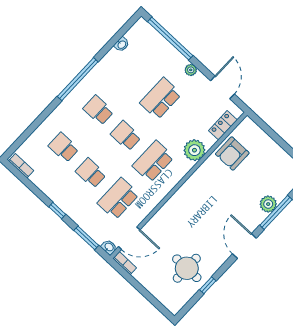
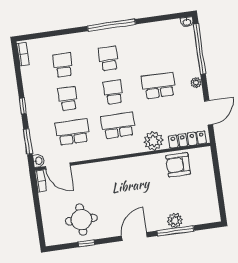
washbasin: (122, 44) -> (187, 22), moved
locker: (223, 125) -> (187, 140), width x1.53

